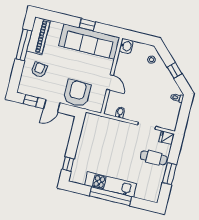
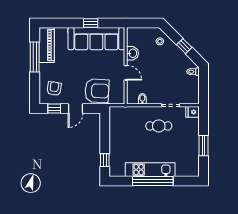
washbasin: (126, 46) -> (133, 53), moved
armchair: (39, 70) -> (54, 89), moved
armchair: (77, 93) -> (97, 91), turned 93
cafe table: (154, 158) -> (159, 126), moved

